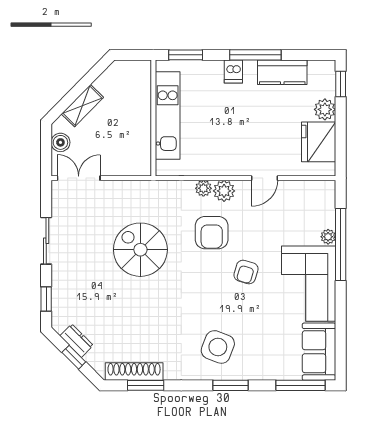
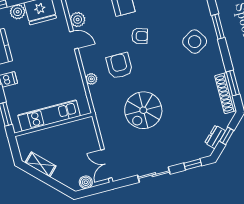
shelving: (82, 106) -> (41, 164), moved
plant: (224, 191) -> (78, 20), moved
armchair: (212, 233) -> (119, 66), turned -90
side table: (218, 347) -> (195, 42), turned 37

